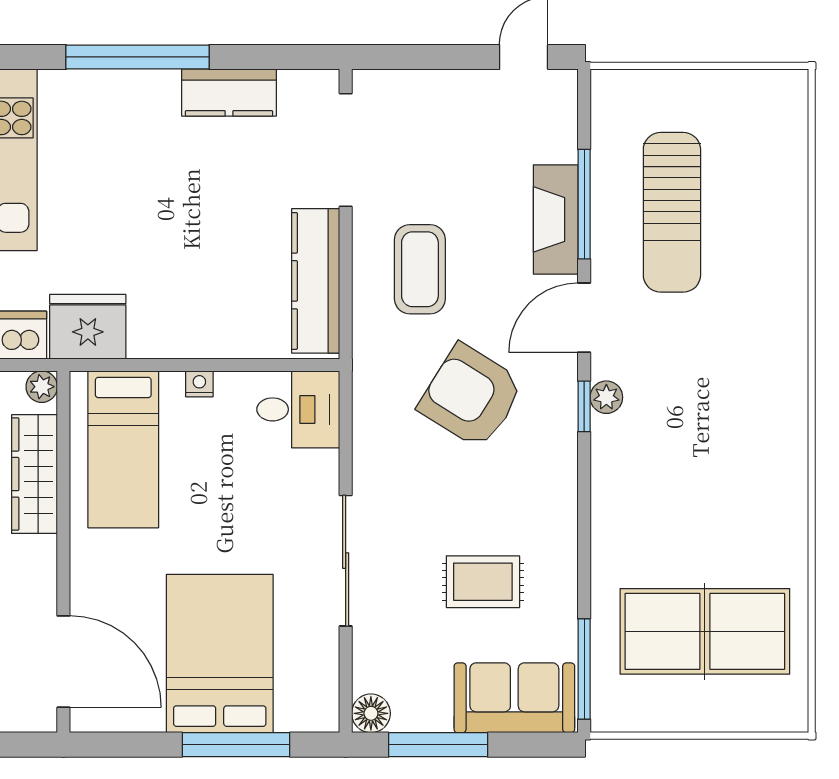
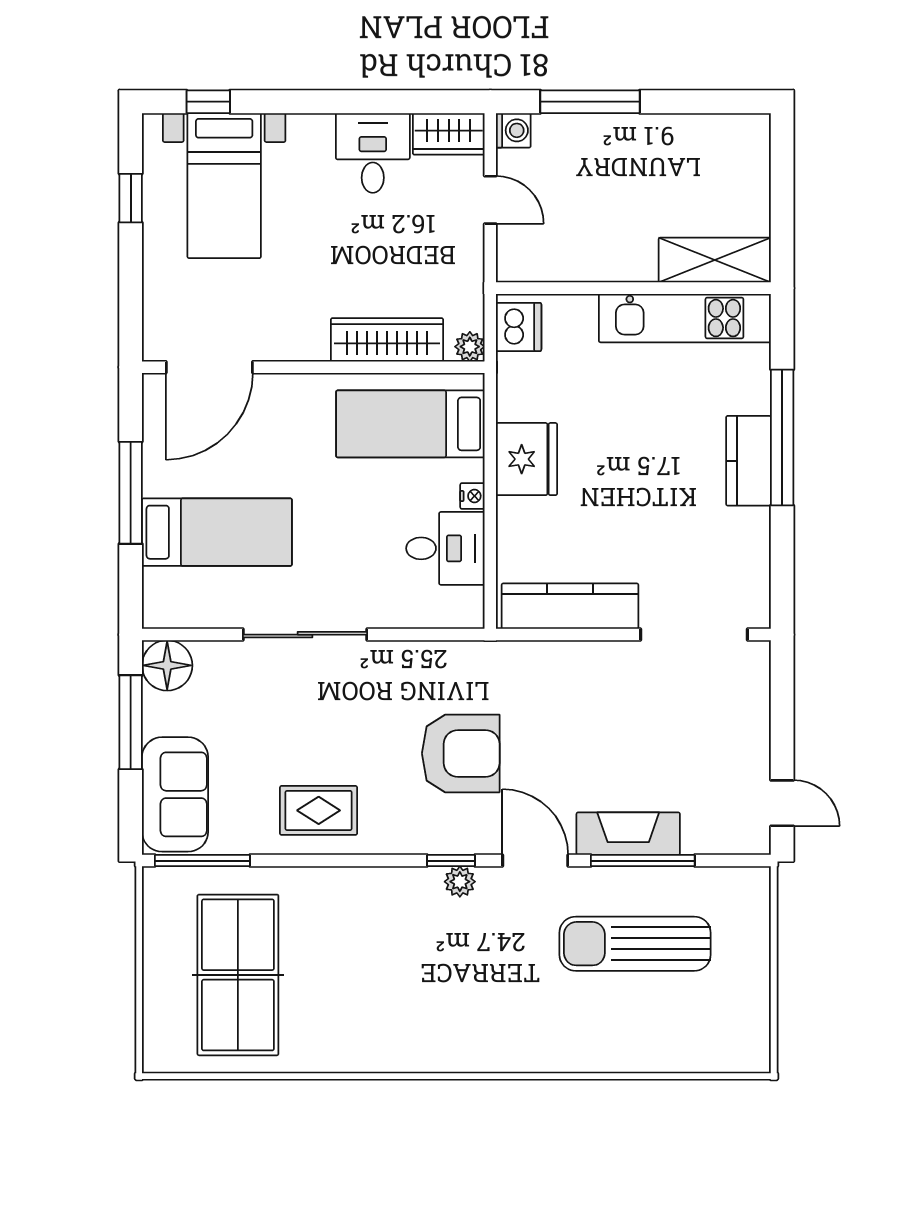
kitchen counter: (229, 93) -> (748, 461), moved
coffee table: (420, 269) -> (581, 705), removed
fridge: (88, 327) -> (527, 459), moved
armchair: (471, 396) -> (461, 753), turned 58
desk: (298, 409) -> (445, 548), moved, turned -90
rug: (483, 582) -> (319, 810), moved, turned 90
bed: (220, 654) -> (217, 532), width x0.67
floor lamp: (371, 713) -> (167, 665), width x1.38, depth x1.38
window: (236, 745) -> (131, 493), moved

